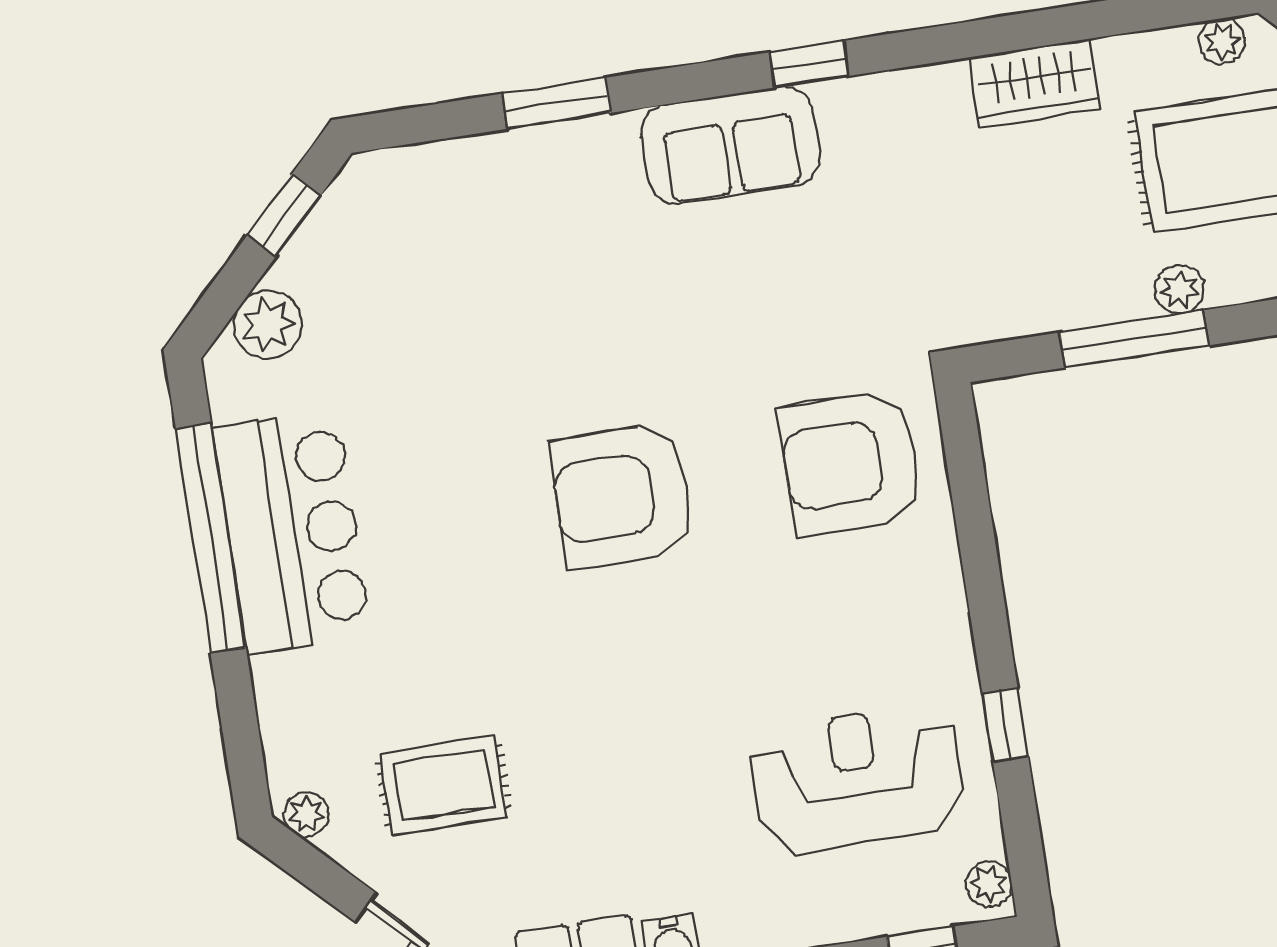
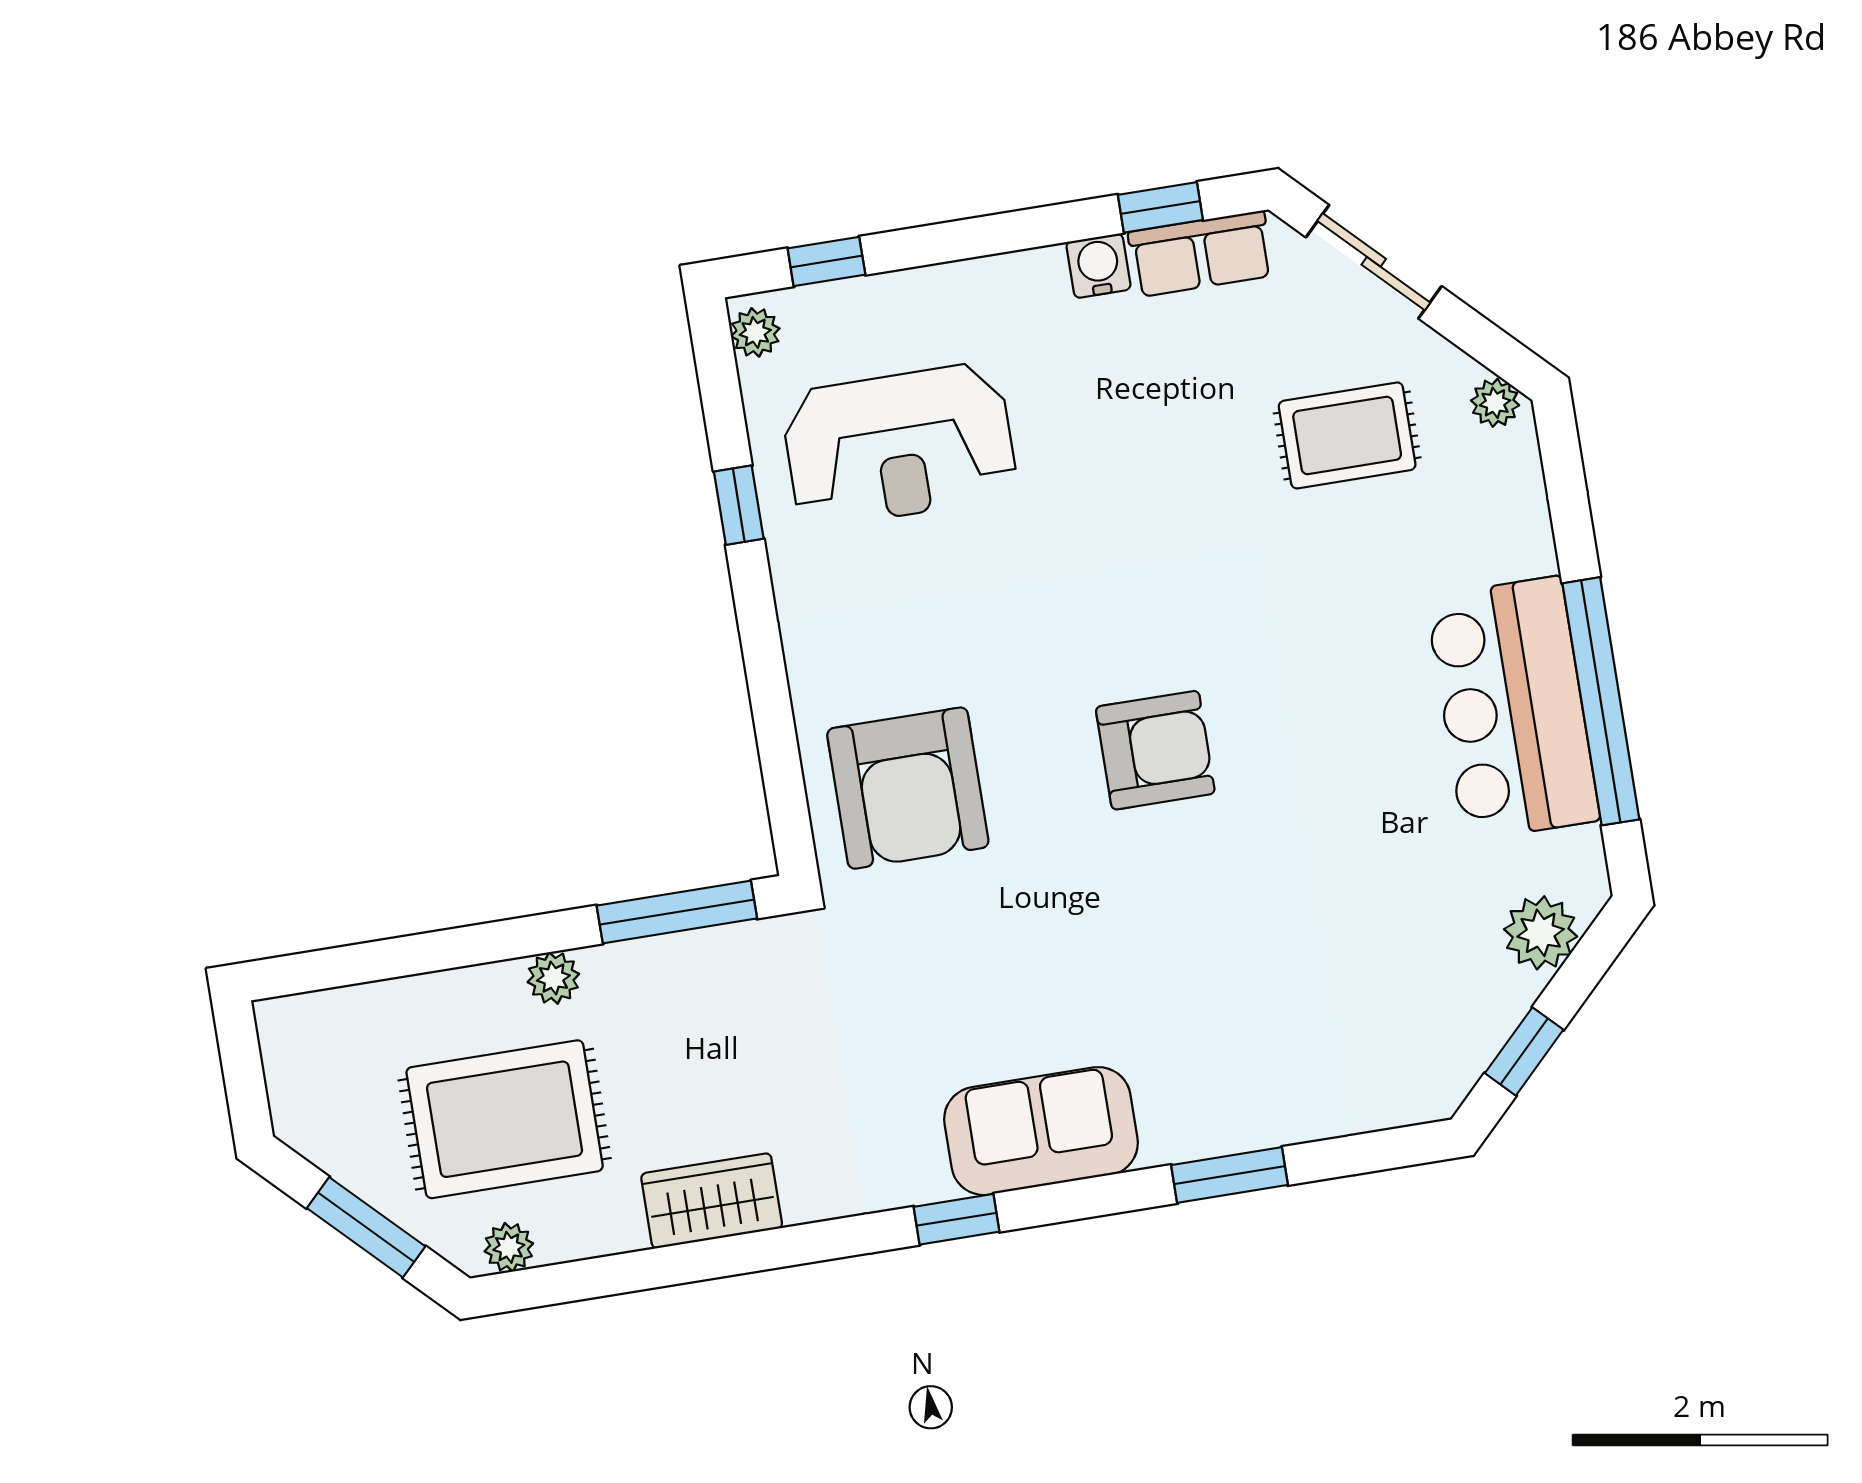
window: (1134, 339) -> (677, 912), moved
armchair: (851, 463) -> (908, 788), turned 90
armchair: (622, 496) -> (1155, 750), width x0.73, depth x0.73

